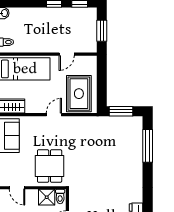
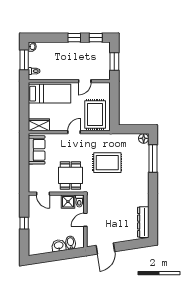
window: (121, 111) -> (131, 129), removed
floor lamp: (136, 122) -> (144, 138), added
rug: (93, 151) -> (107, 163), added

